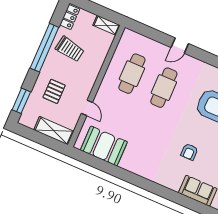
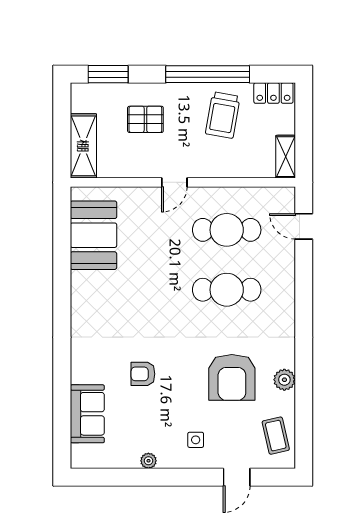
door: (180, 46) -> (304, 226), moved
door: (87, 108) -> (174, 182), moved

